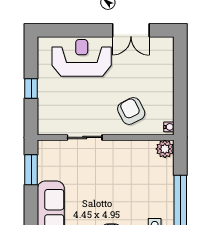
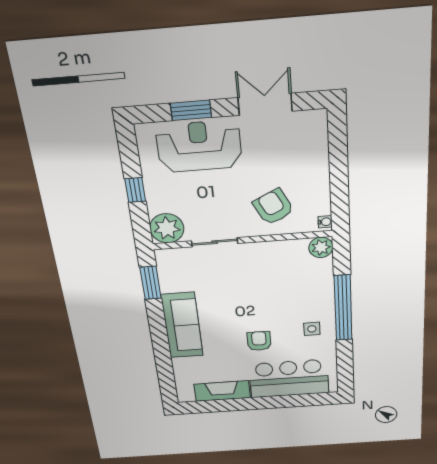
window: (79, 30) -> (191, 110), added
double door: (131, 30) -> (265, 104), swing flipped
plant: (50, 122) -> (167, 228), added

